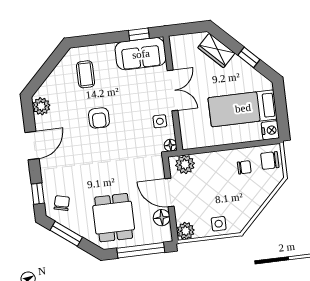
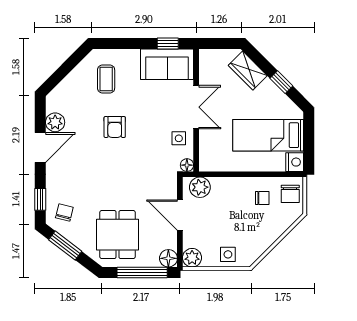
plant: (41, 106) -> (55, 122), moved
chair: (270, 160) -> (290, 194), turned -90
floor lamp: (162, 218) -> (168, 258), moved

